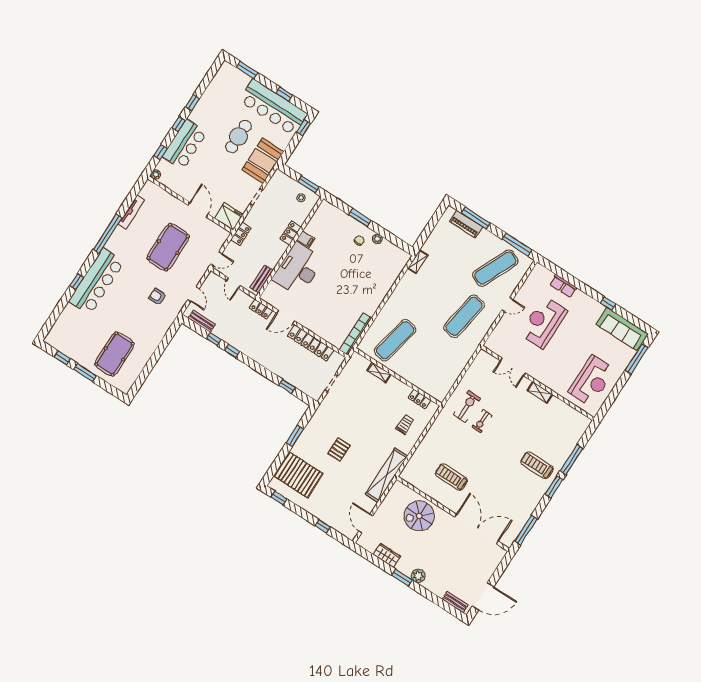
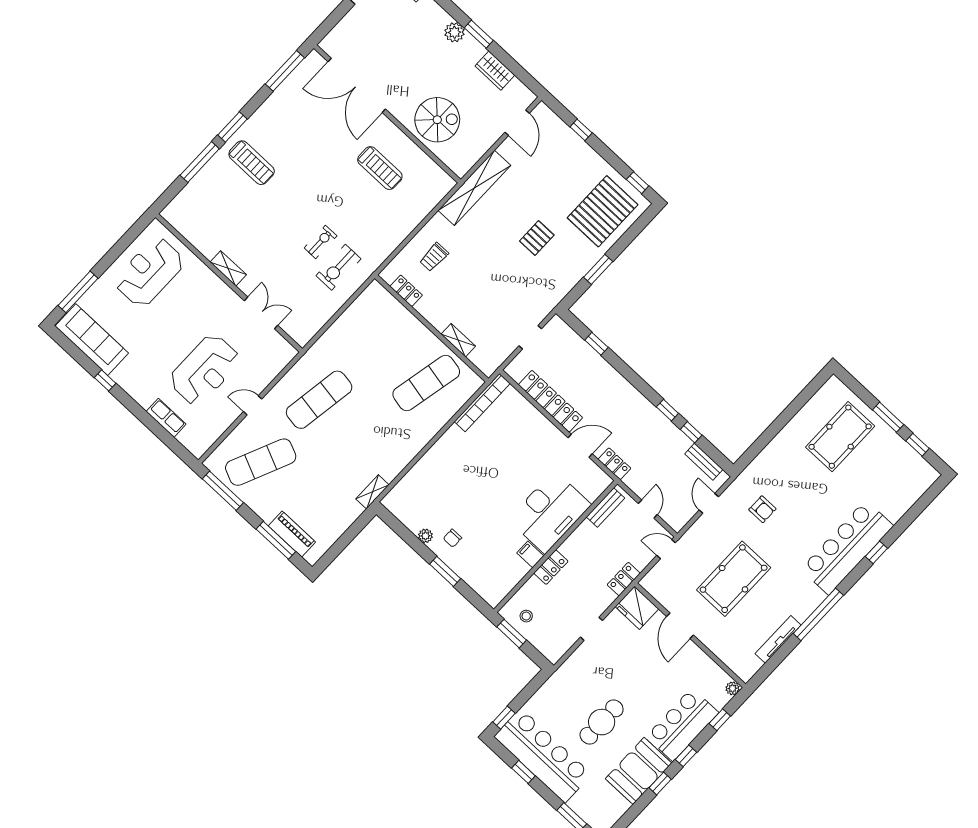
booth: (263, 161) -> (639, 771), moved
pallet: (299, 475) -> (603, 211), turned 90

